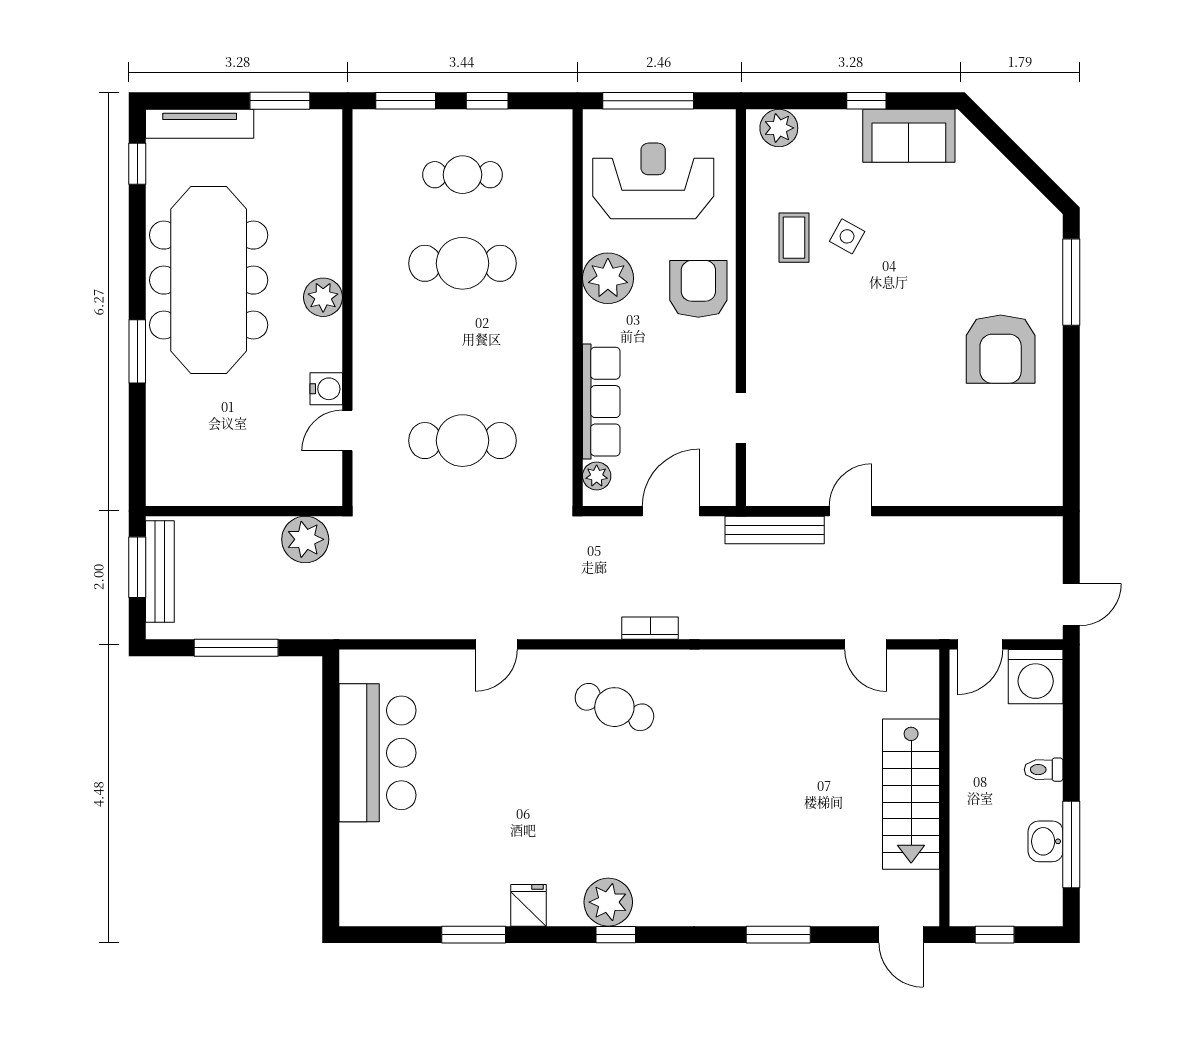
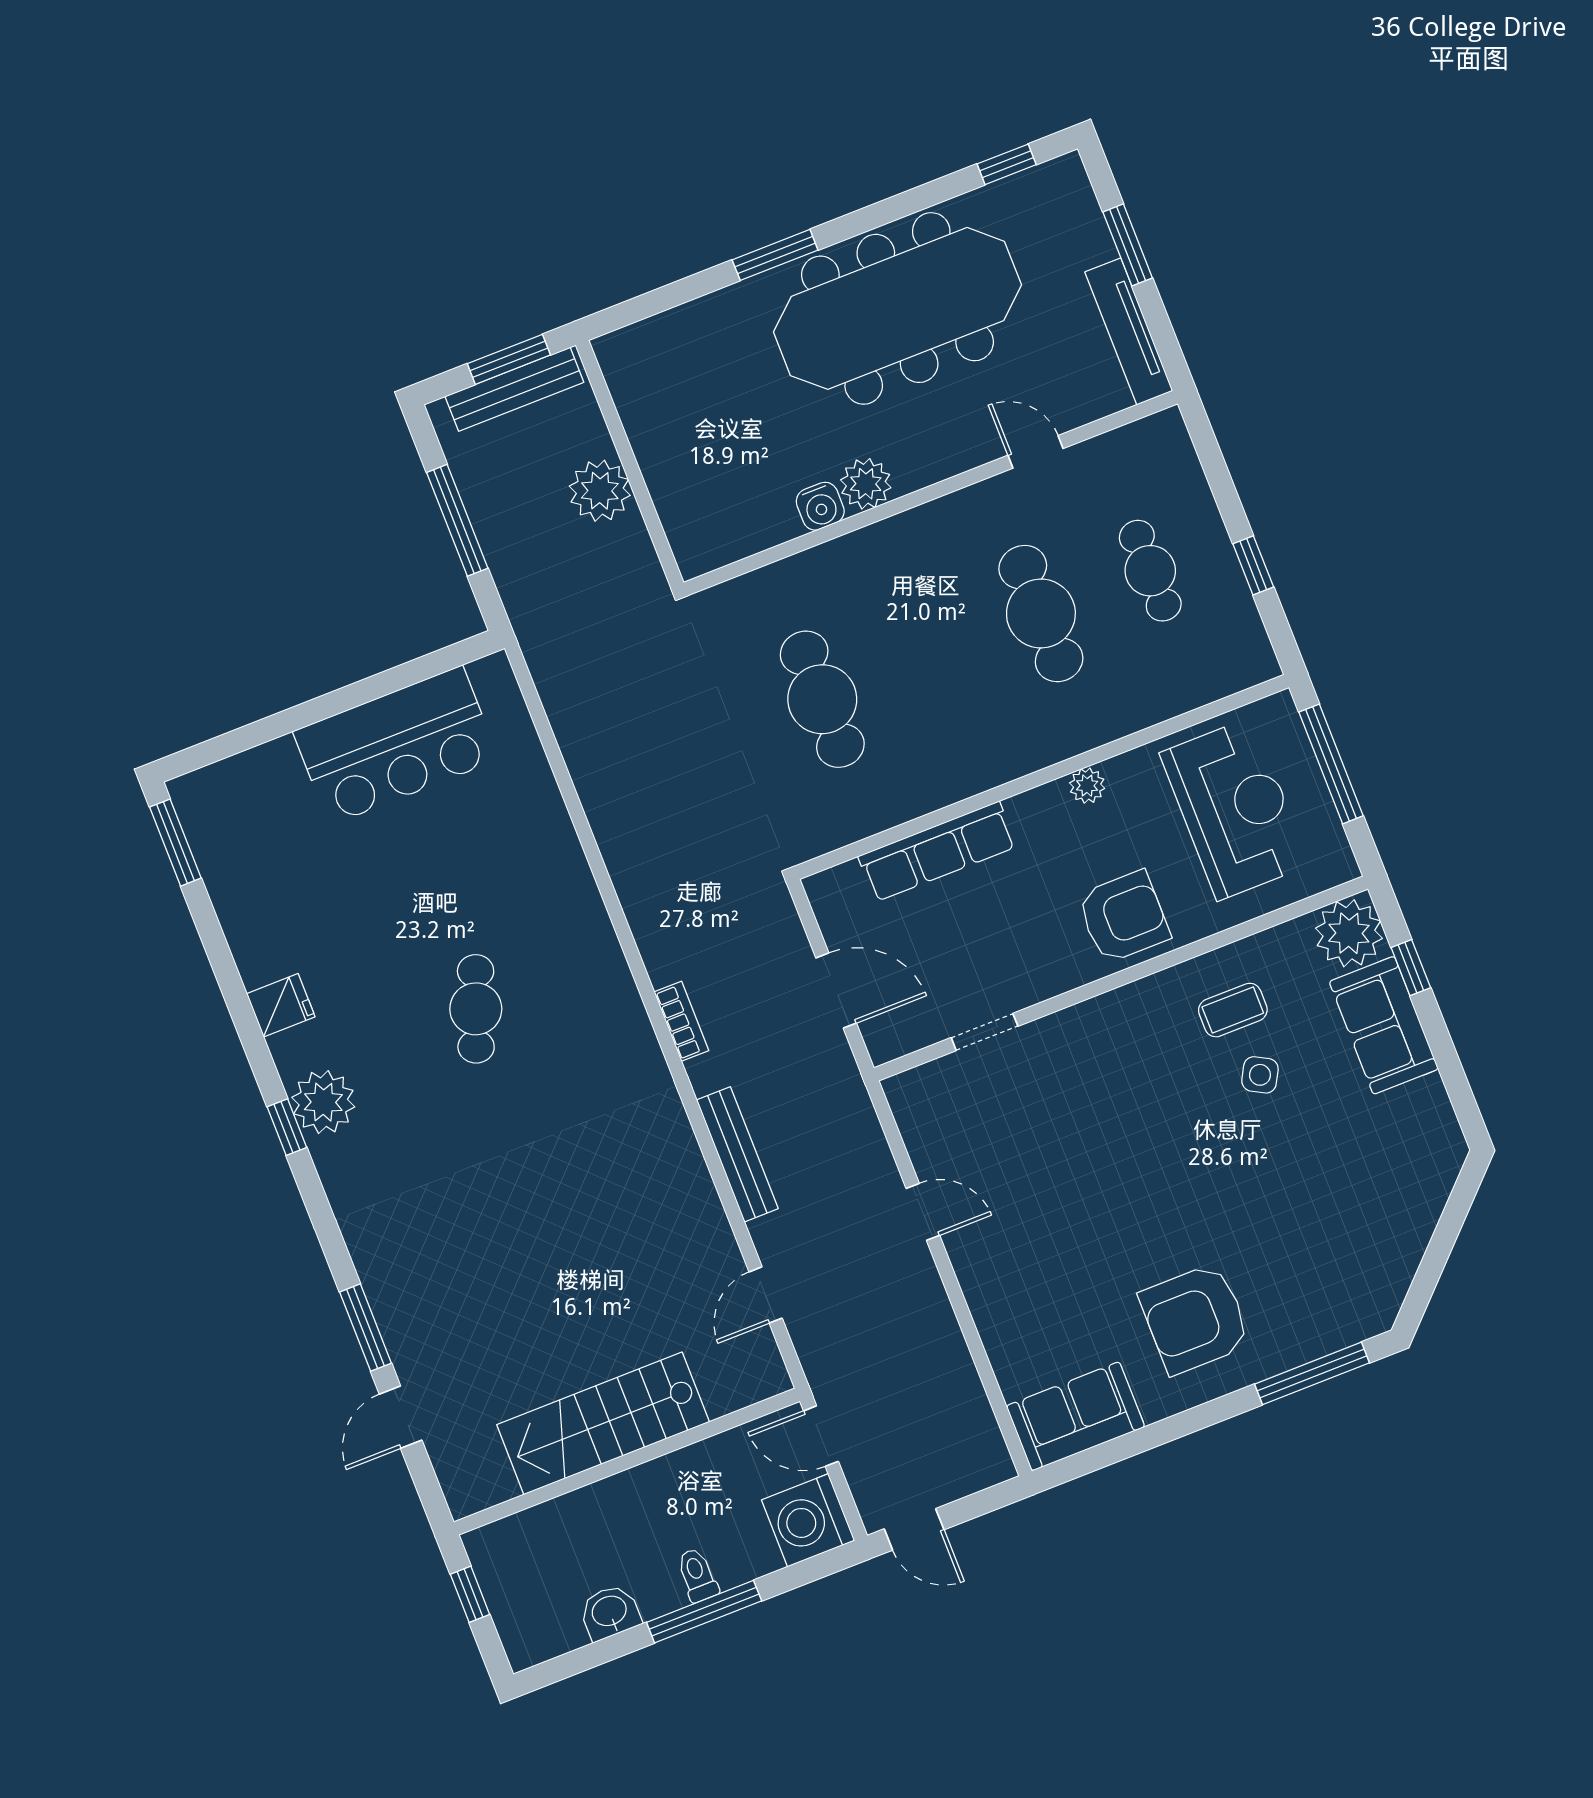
window: (280, 101) -> (1128, 245), moved
window: (406, 101) -> (1214, 465), removed
window: (866, 101) -> (1411, 968), moved
tv unit: (200, 124) -> (1129, 331), moved
plant: (779, 128) -> (1349, 933), width x1.36, depth x1.36
sofa: (909, 136) -> (1384, 1025), moved
plant: (608, 278) -> (1087, 786), width x0.53, depth x0.53
plant: (323, 297) -> (866, 484), moved
door: (347, 430) -> (1035, 452), moved
sofa: (1036, 460) -> (1076, 1416), added
plant: (597, 476) -> (843, 882), removed
bench: (775, 530) -> (737, 1154), moved
plant: (305, 539) -> (600, 491), moved
door: (496, 644) -> (587, 839), removed
cafe table: (614, 707) -> (476, 1009), moved
window: (1071, 844) -> (704, 1612), moved
window: (474, 935) -> (175, 843), moved
door: (901, 935) -> (401, 1417), moved

